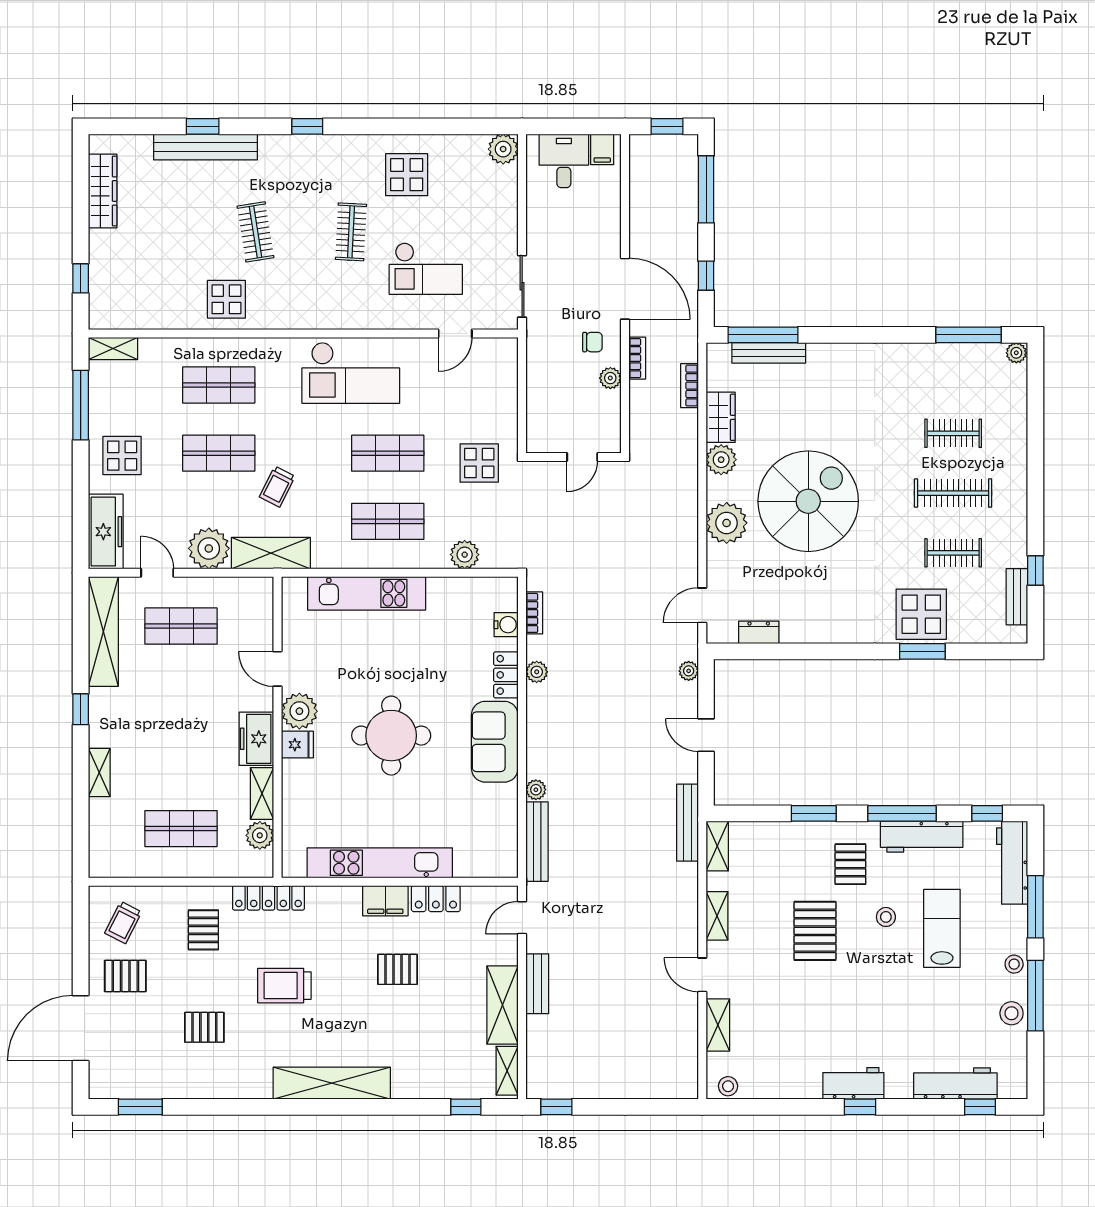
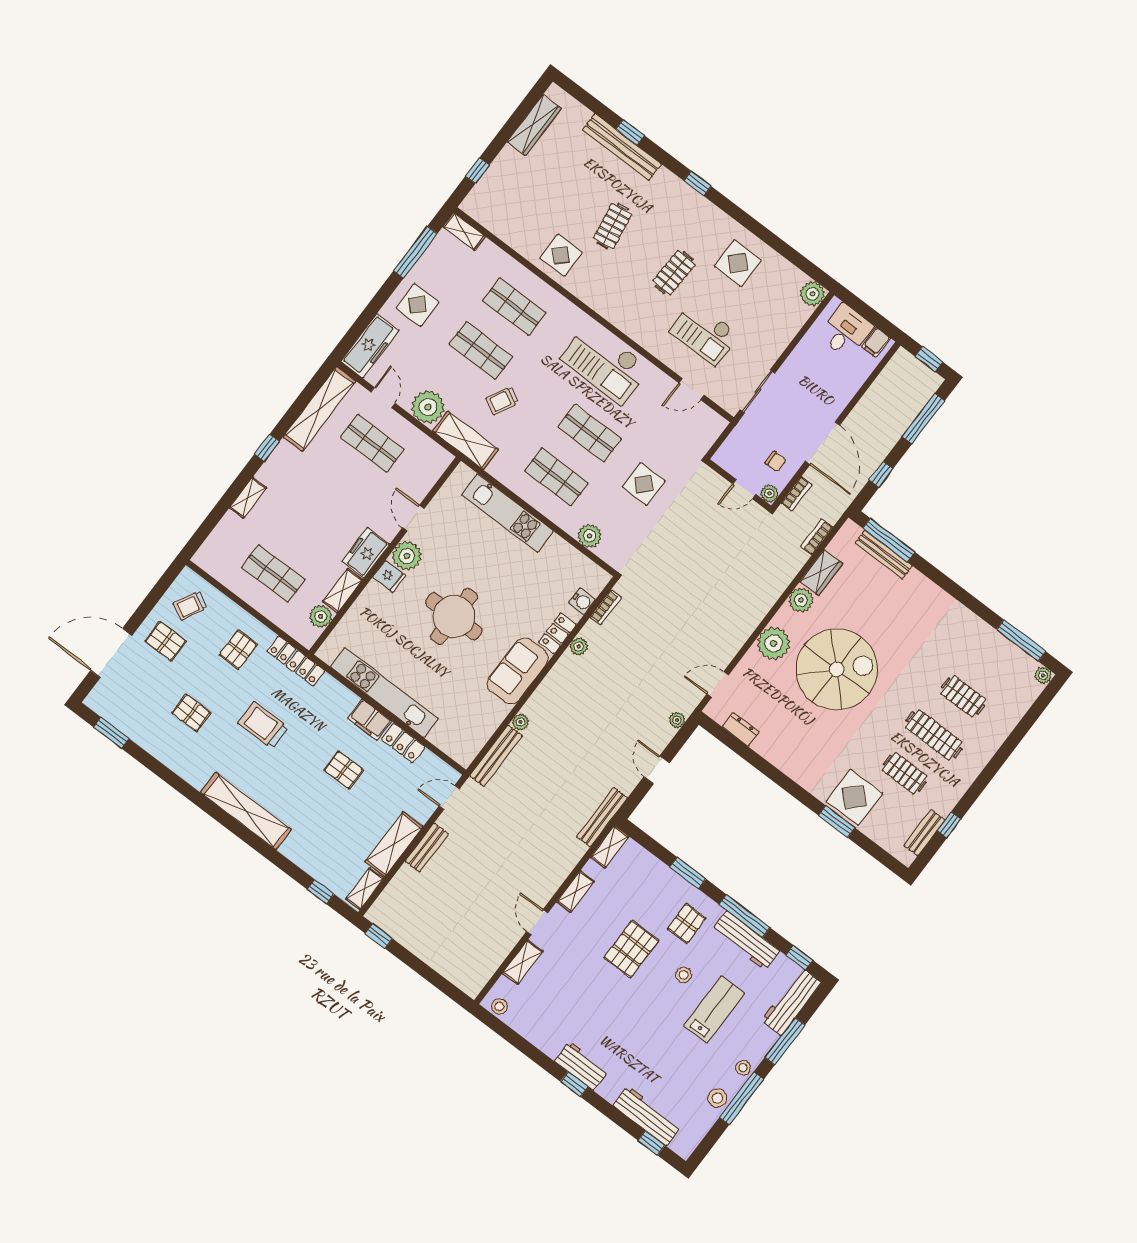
wall: (573, 457) -> (739, 485), moved
door: (582, 457) -> (744, 489), moved

